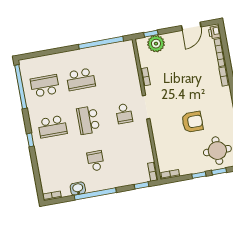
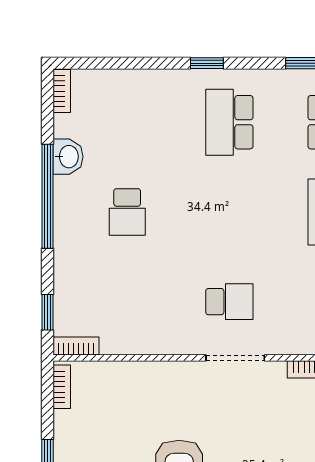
school desk: (124, 114) -> (229, 302), turned 180
school desk: (88, 120) -> (229, 212), removed
school desk: (96, 161) -> (127, 212), turned 90

